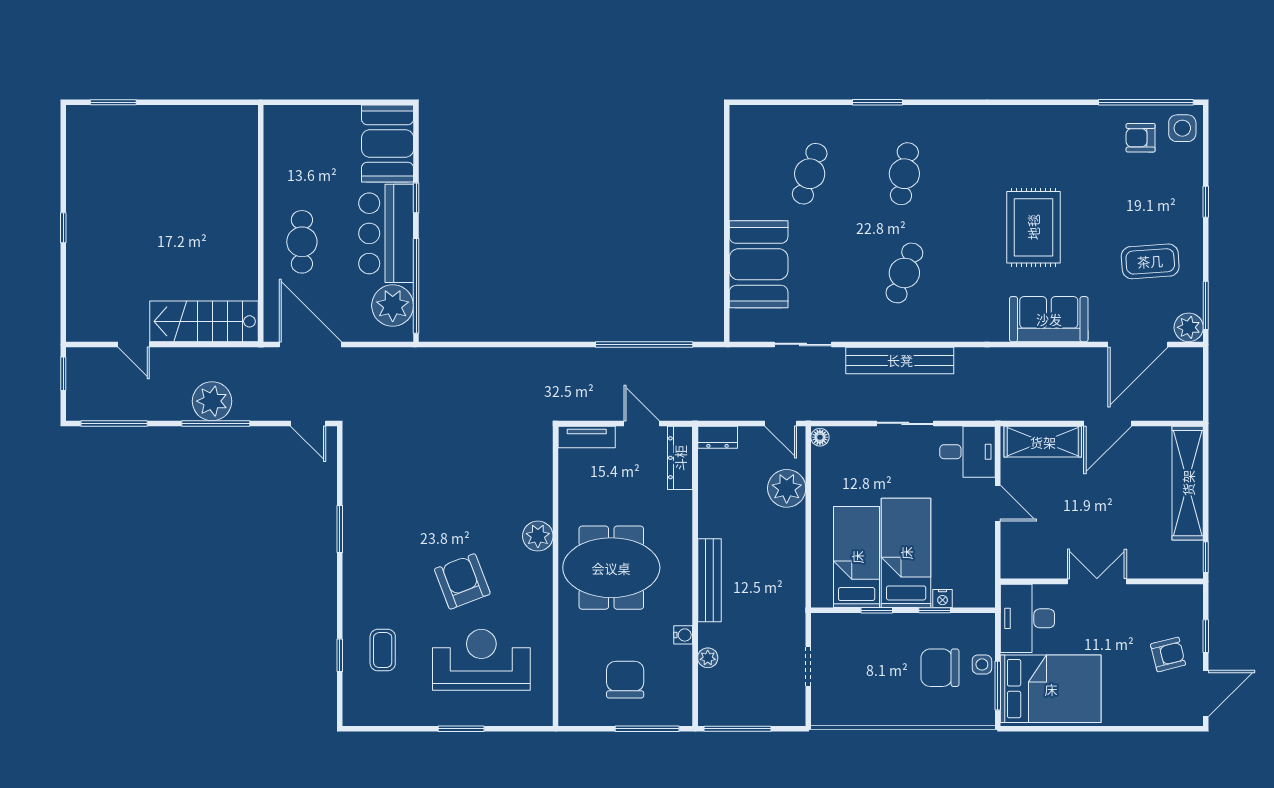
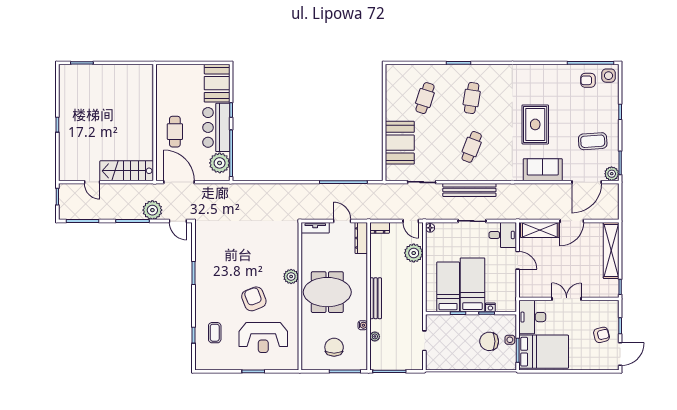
plant: (212, 401) -> (152, 210), moved
reception desk: (481, 660) -> (263, 337), turned 180

